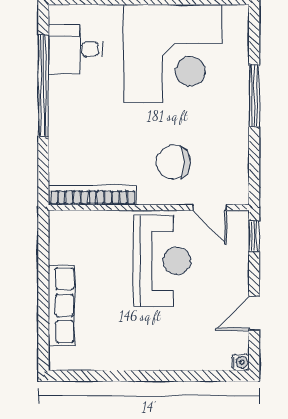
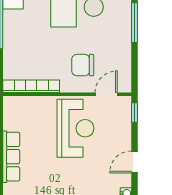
door: (210, 208) -> (106, 94), swing flipped

